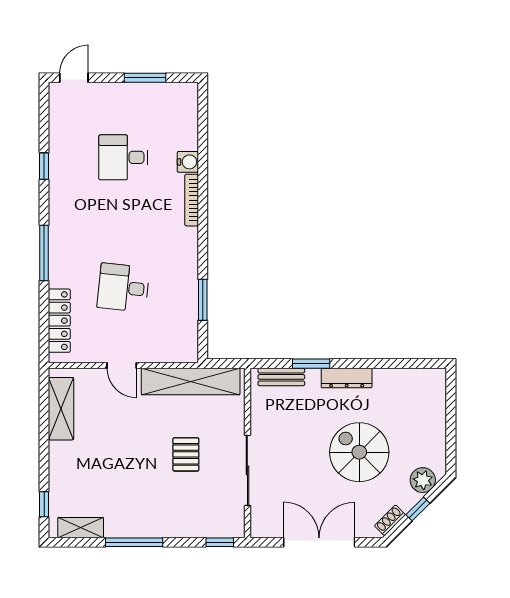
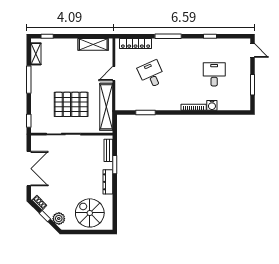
desk: (123, 288) -> (151, 74), turned -30
spiral stairs: (359, 452) -> (90, 213), moved, turned -90
pallet: (186, 454) -> (71, 104), width x2.05, depth x2.00

